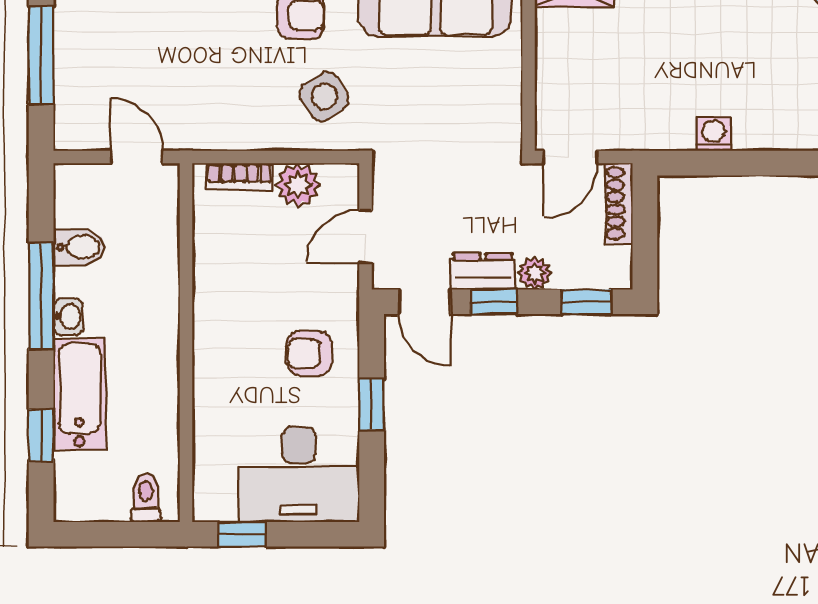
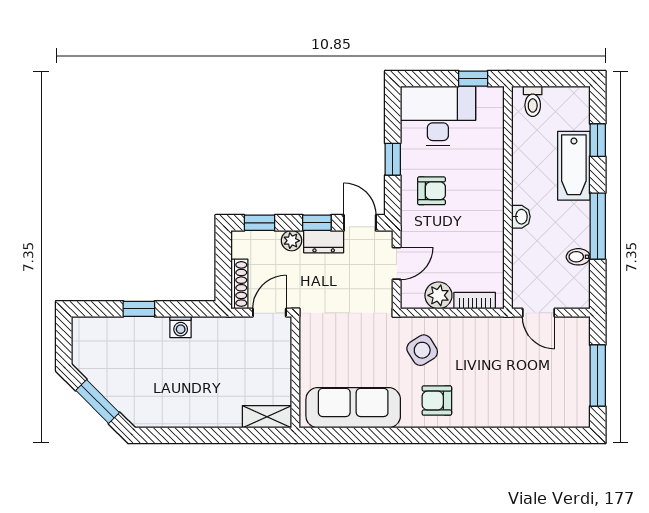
window: (781, 163) -> (139, 309), added
bidet: (80, 247) -> (578, 257), width x0.72, depth x0.74
washbasin: (68, 317) -> (521, 217), moved, turned 180

